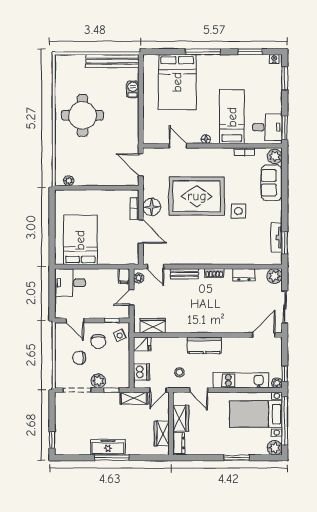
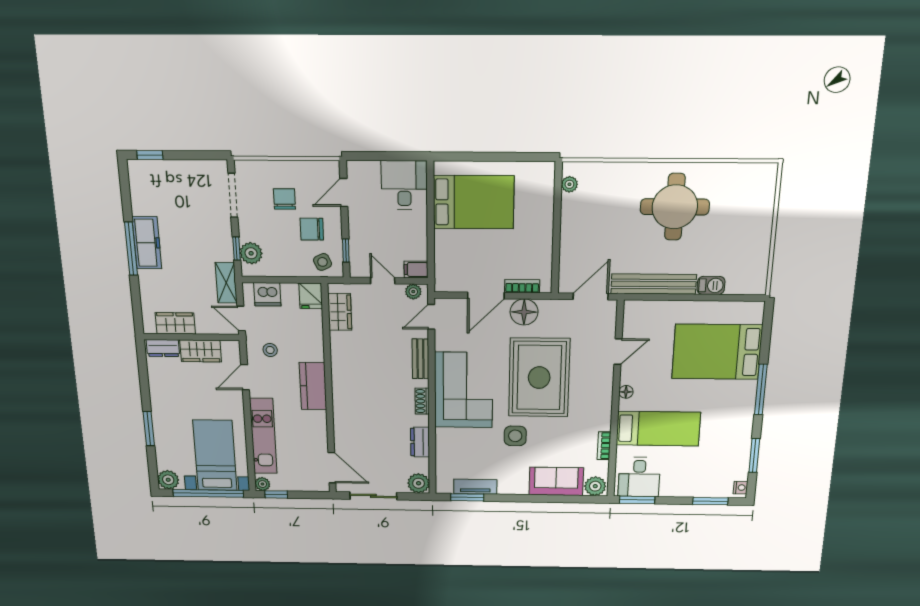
bench: (112, 61) -> (654, 284), moved, turned 90
corner sofa: (206, 246) -> (464, 390), added
plant: (98, 381) -> (251, 253), moved

